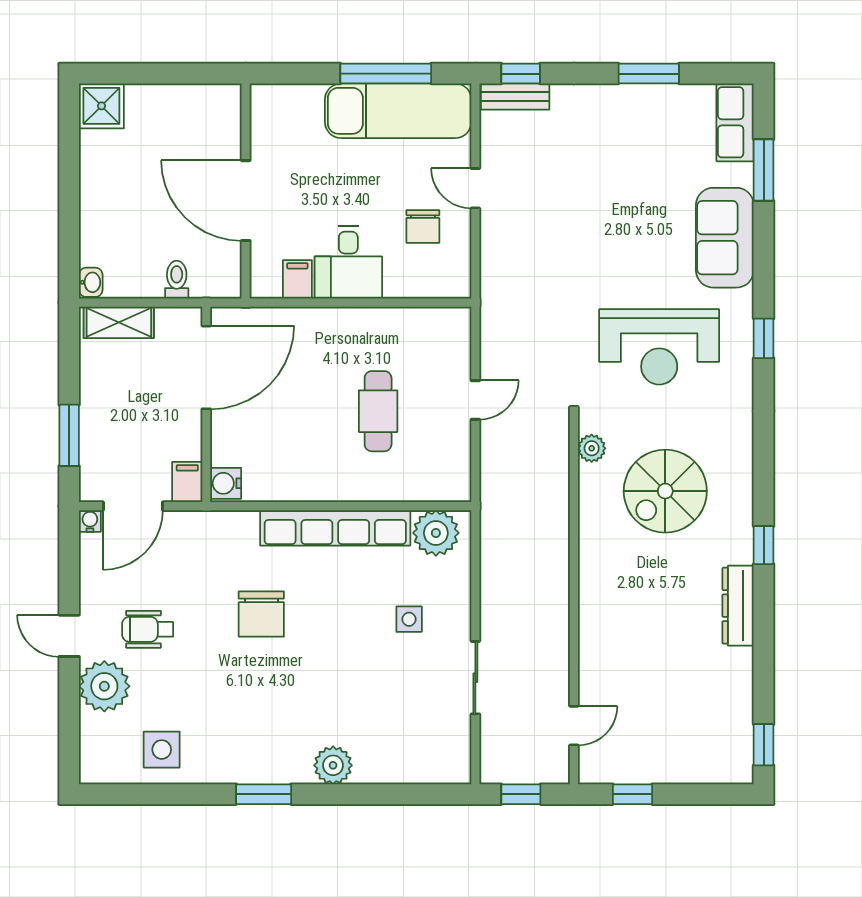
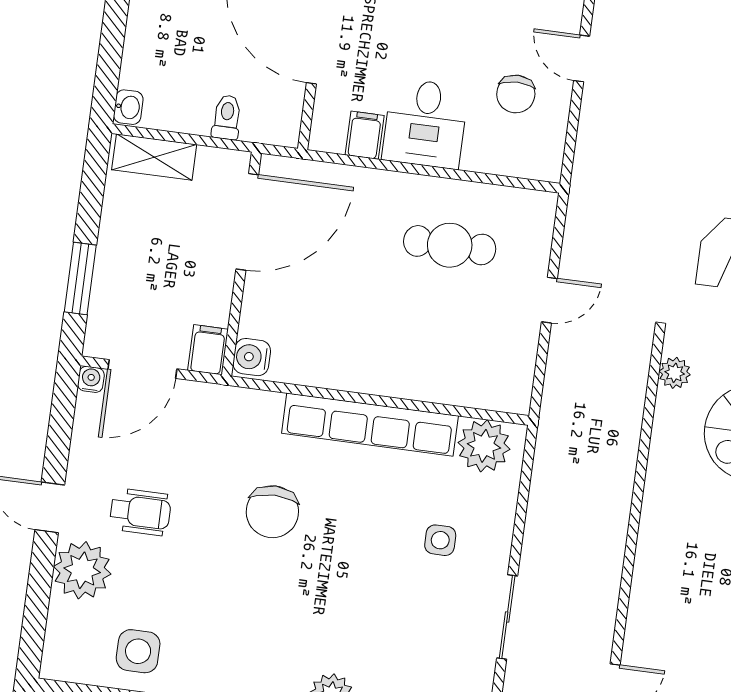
cafe table: (378, 411) -> (450, 245), moved, turned 90
wheelchair: (148, 629) -> (140, 512), turned 180

